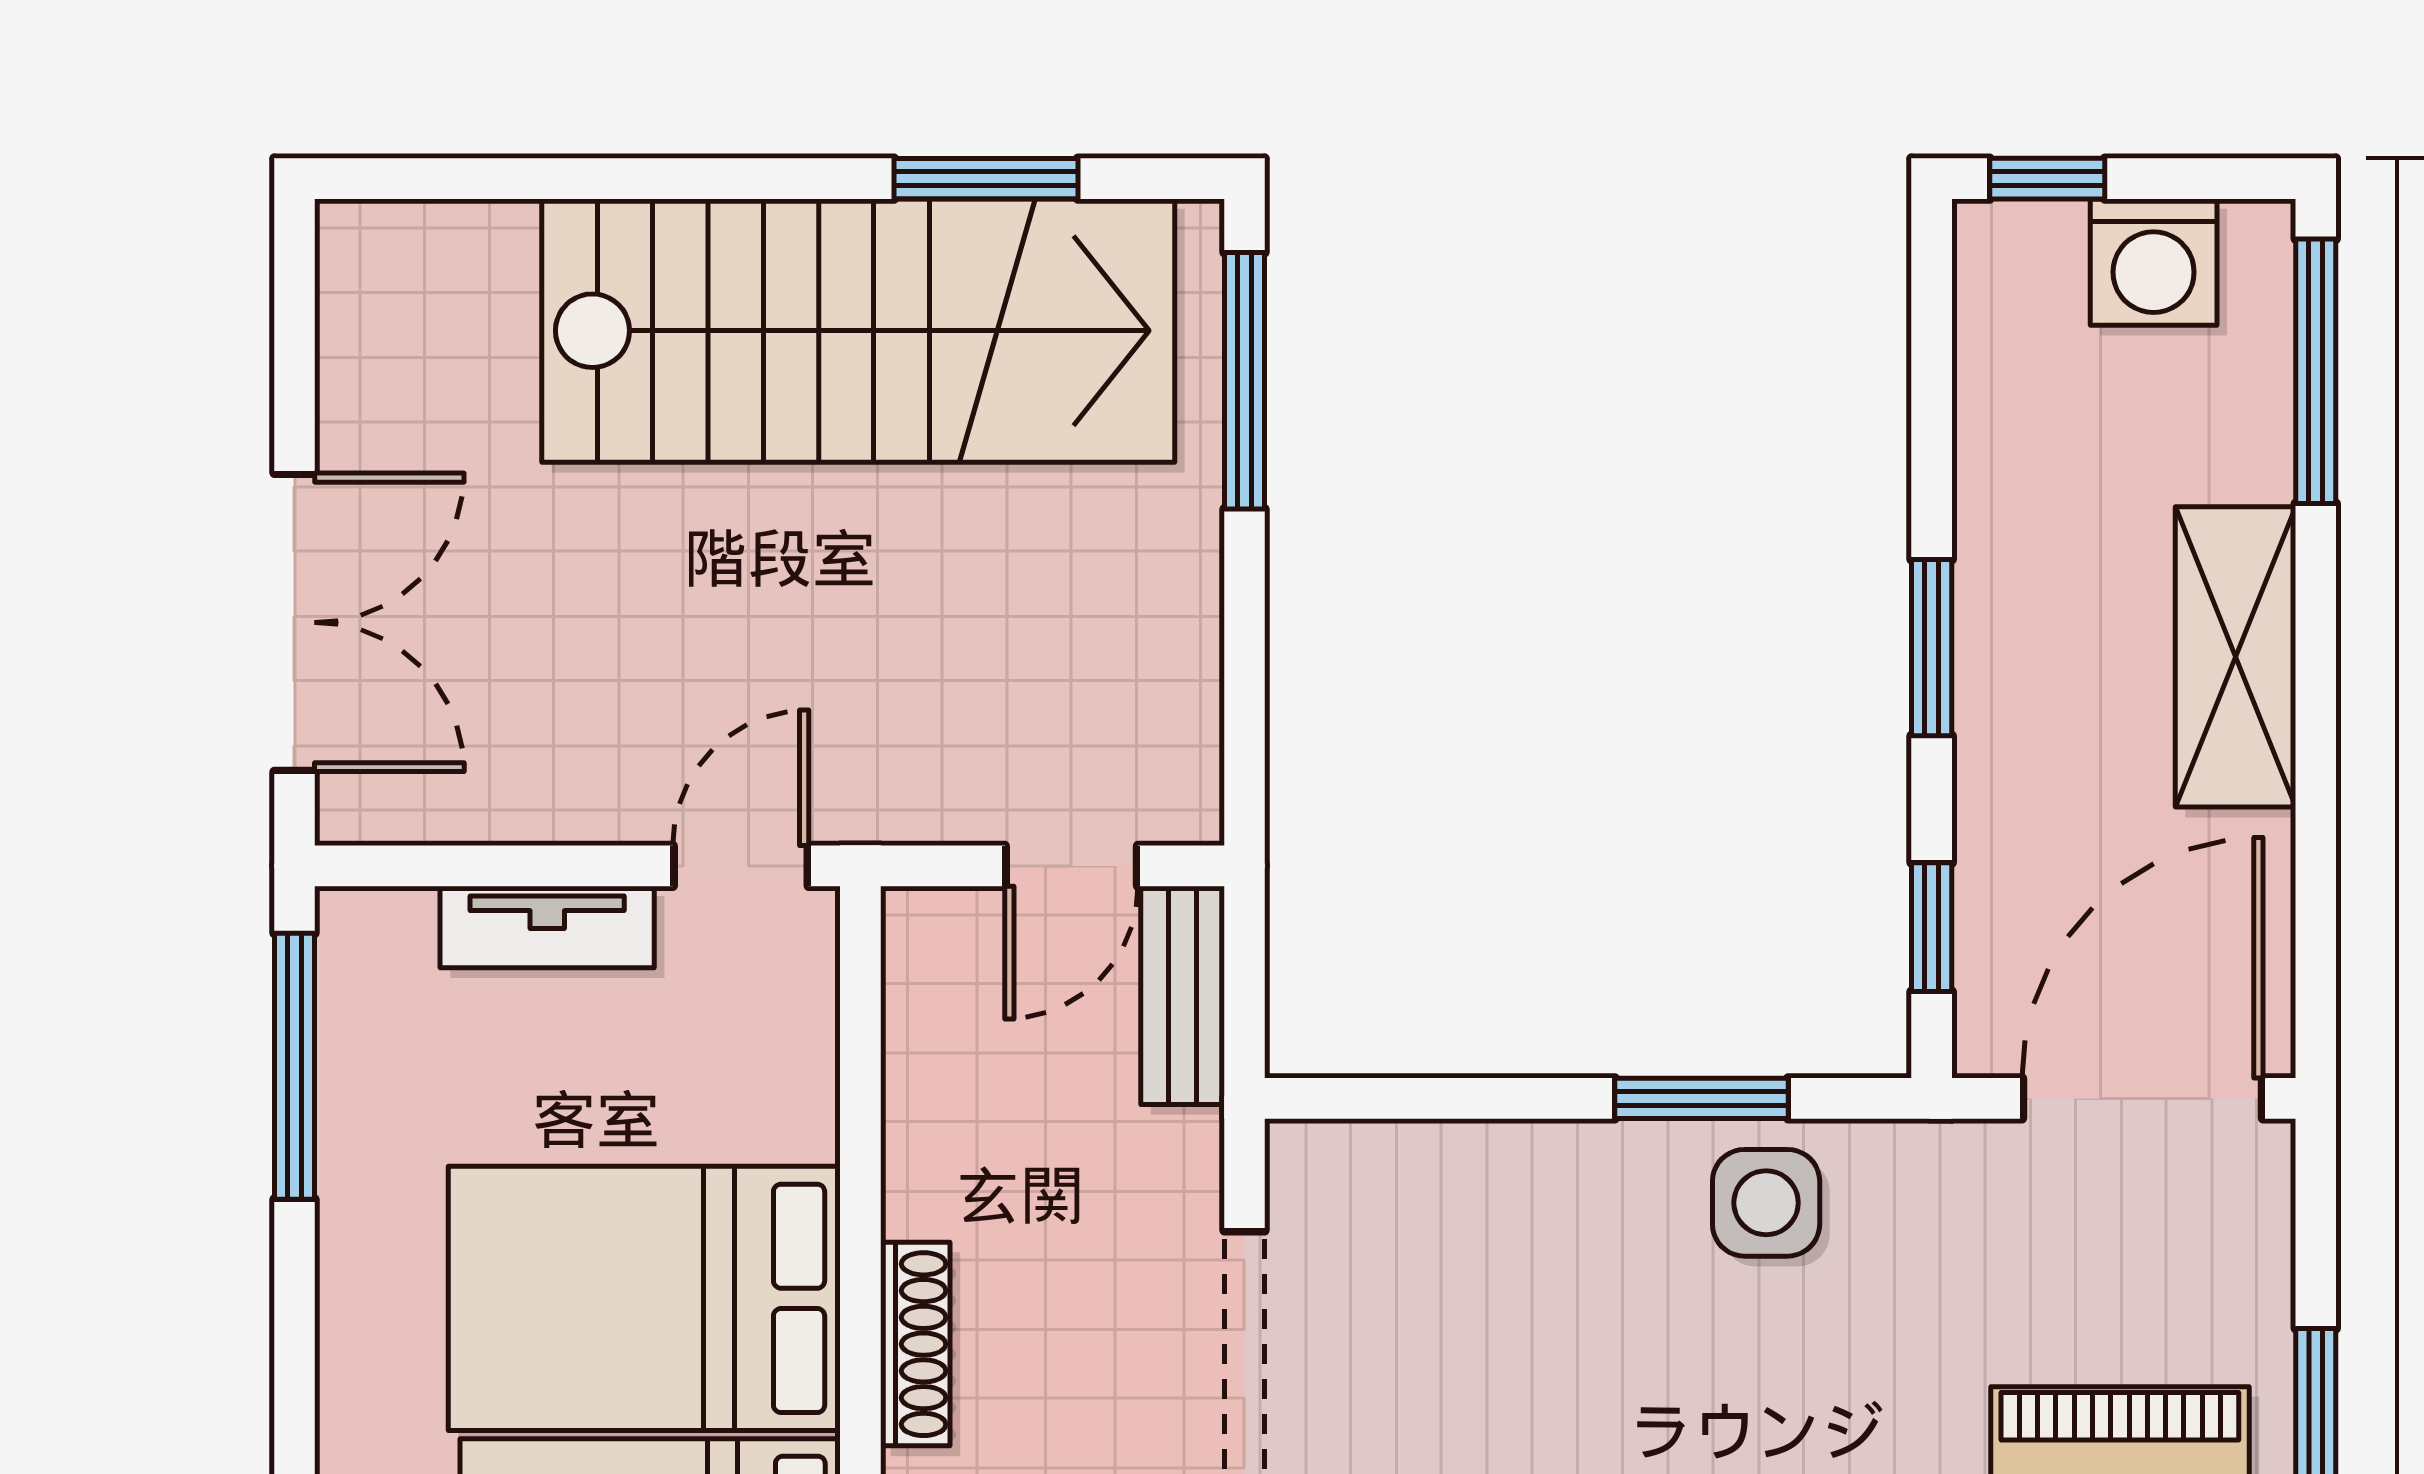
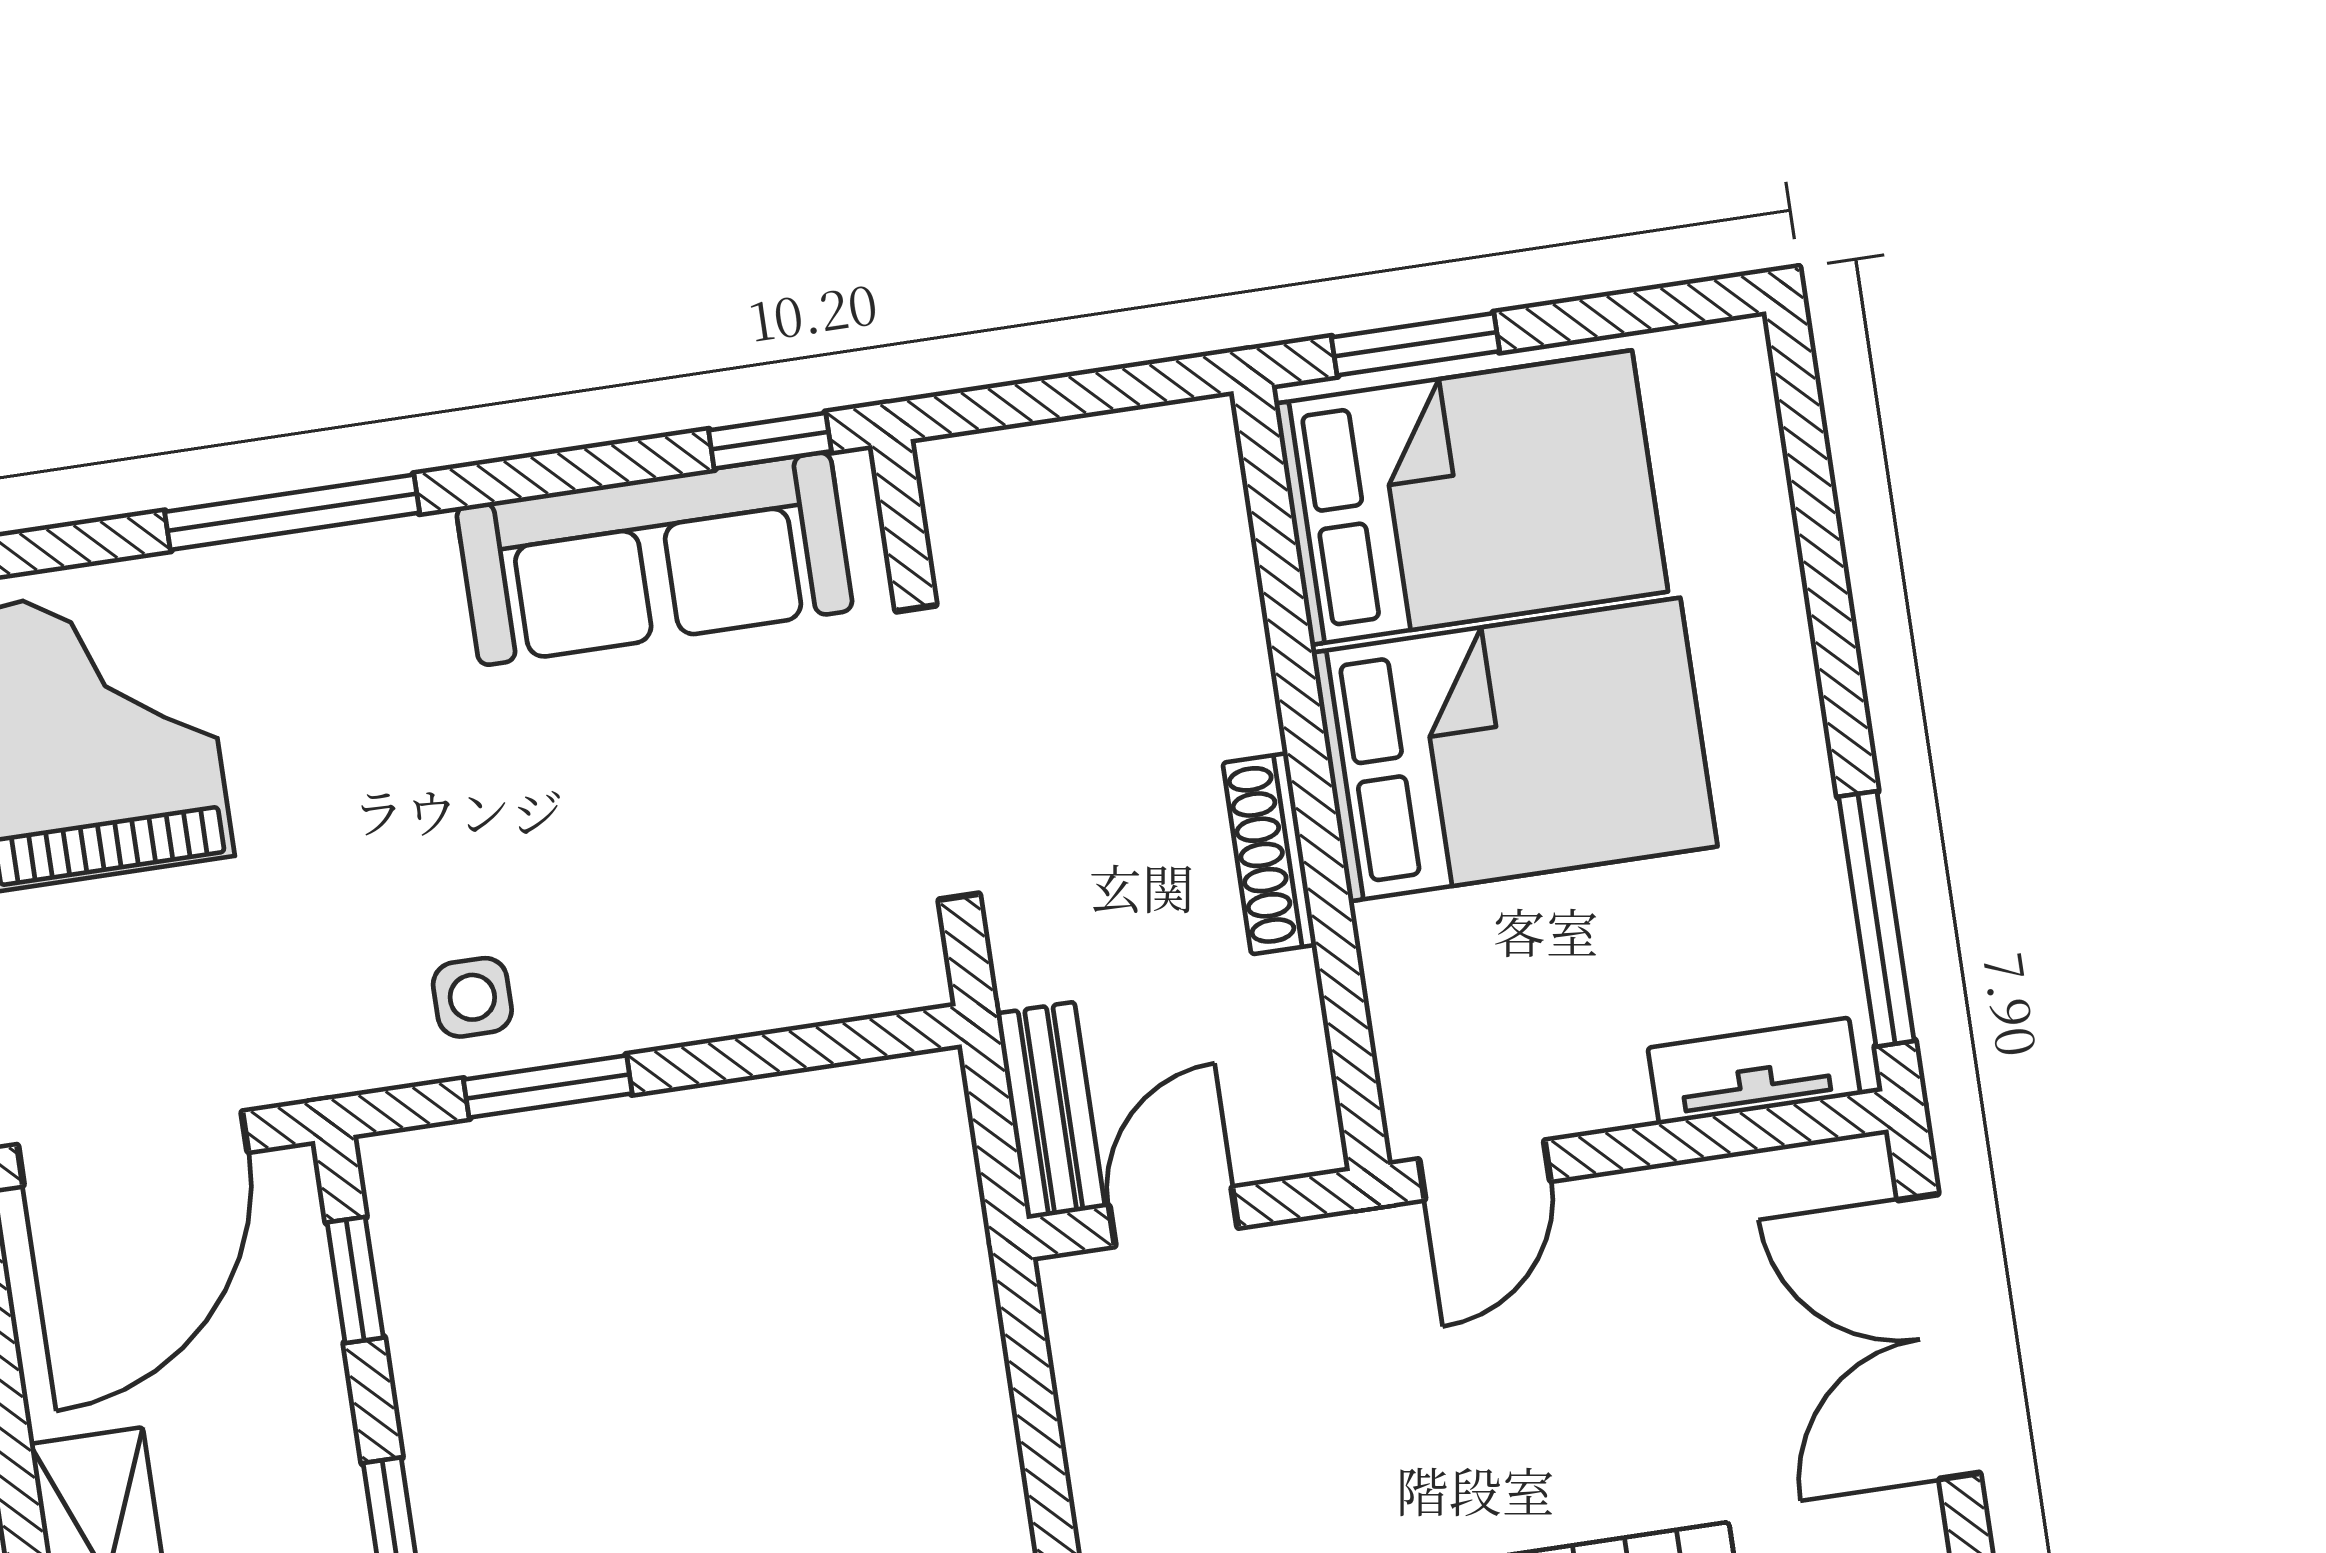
tv unit: (547, 927) -> (1754, 1071), moved
side table: (1766, 1203) -> (472, 997), width x0.73, depth x0.73
shoe rack: (915, 1344) -> (1269, 854), moved

